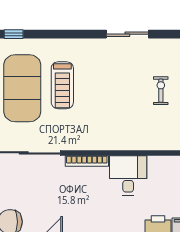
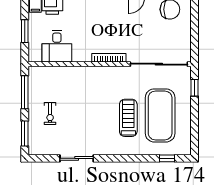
desk: (128, 175) -> (57, 46), moved

